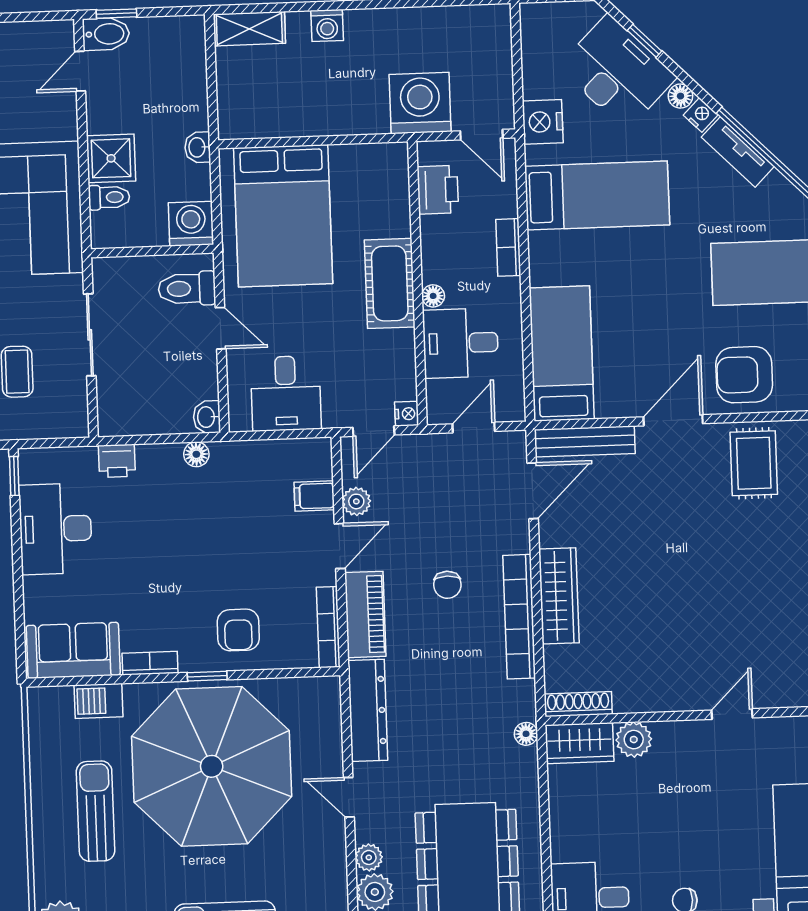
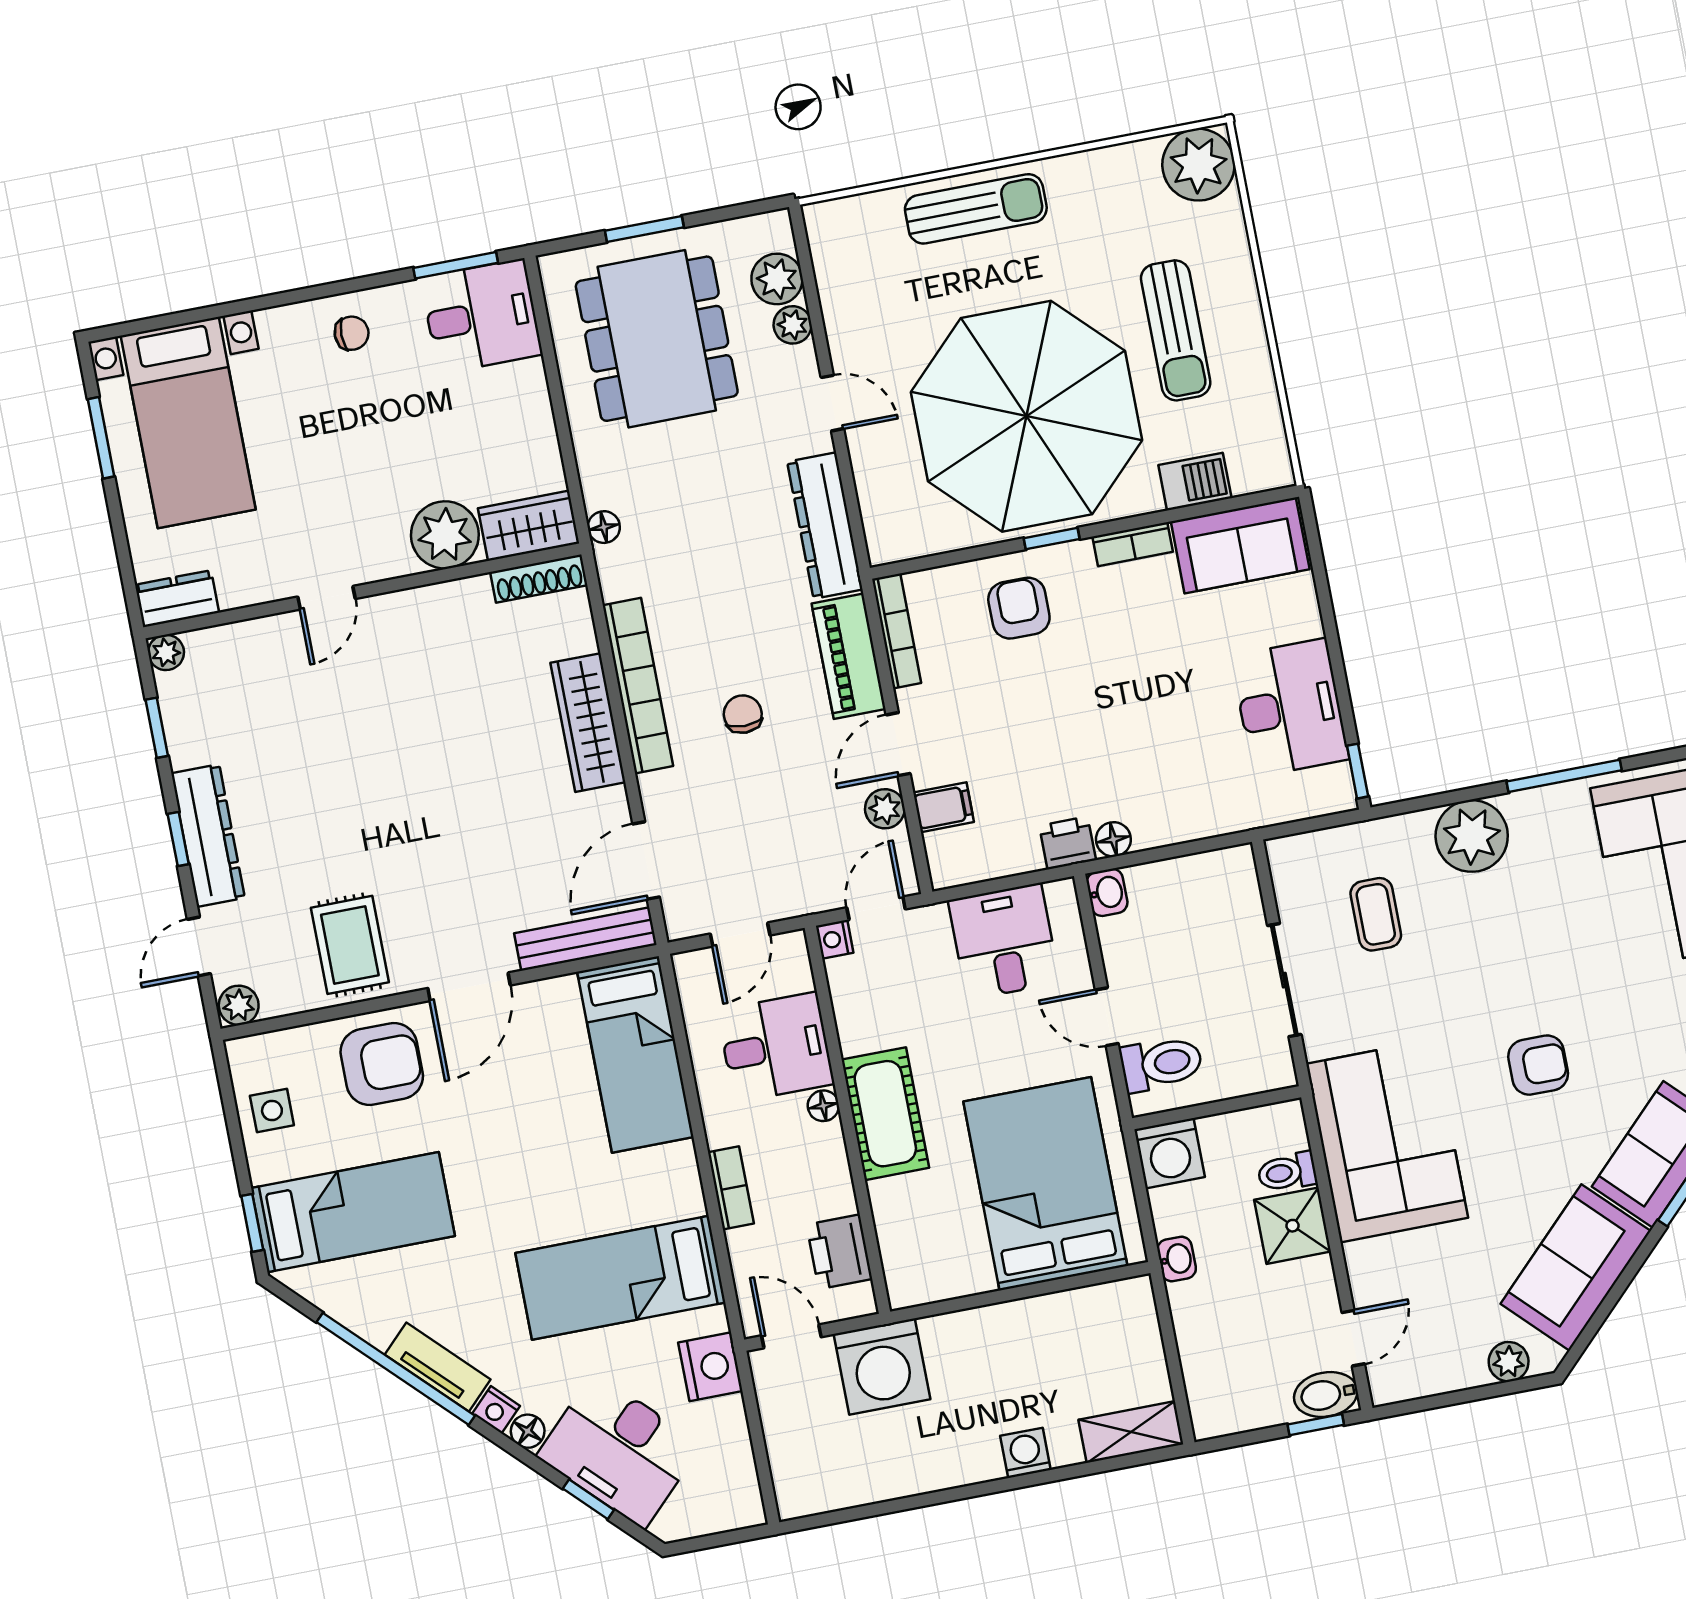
printer: (117, 461) -> (1068, 843), moved
plant: (634, 740) -> (445, 535), width x1.36, depth x1.36

